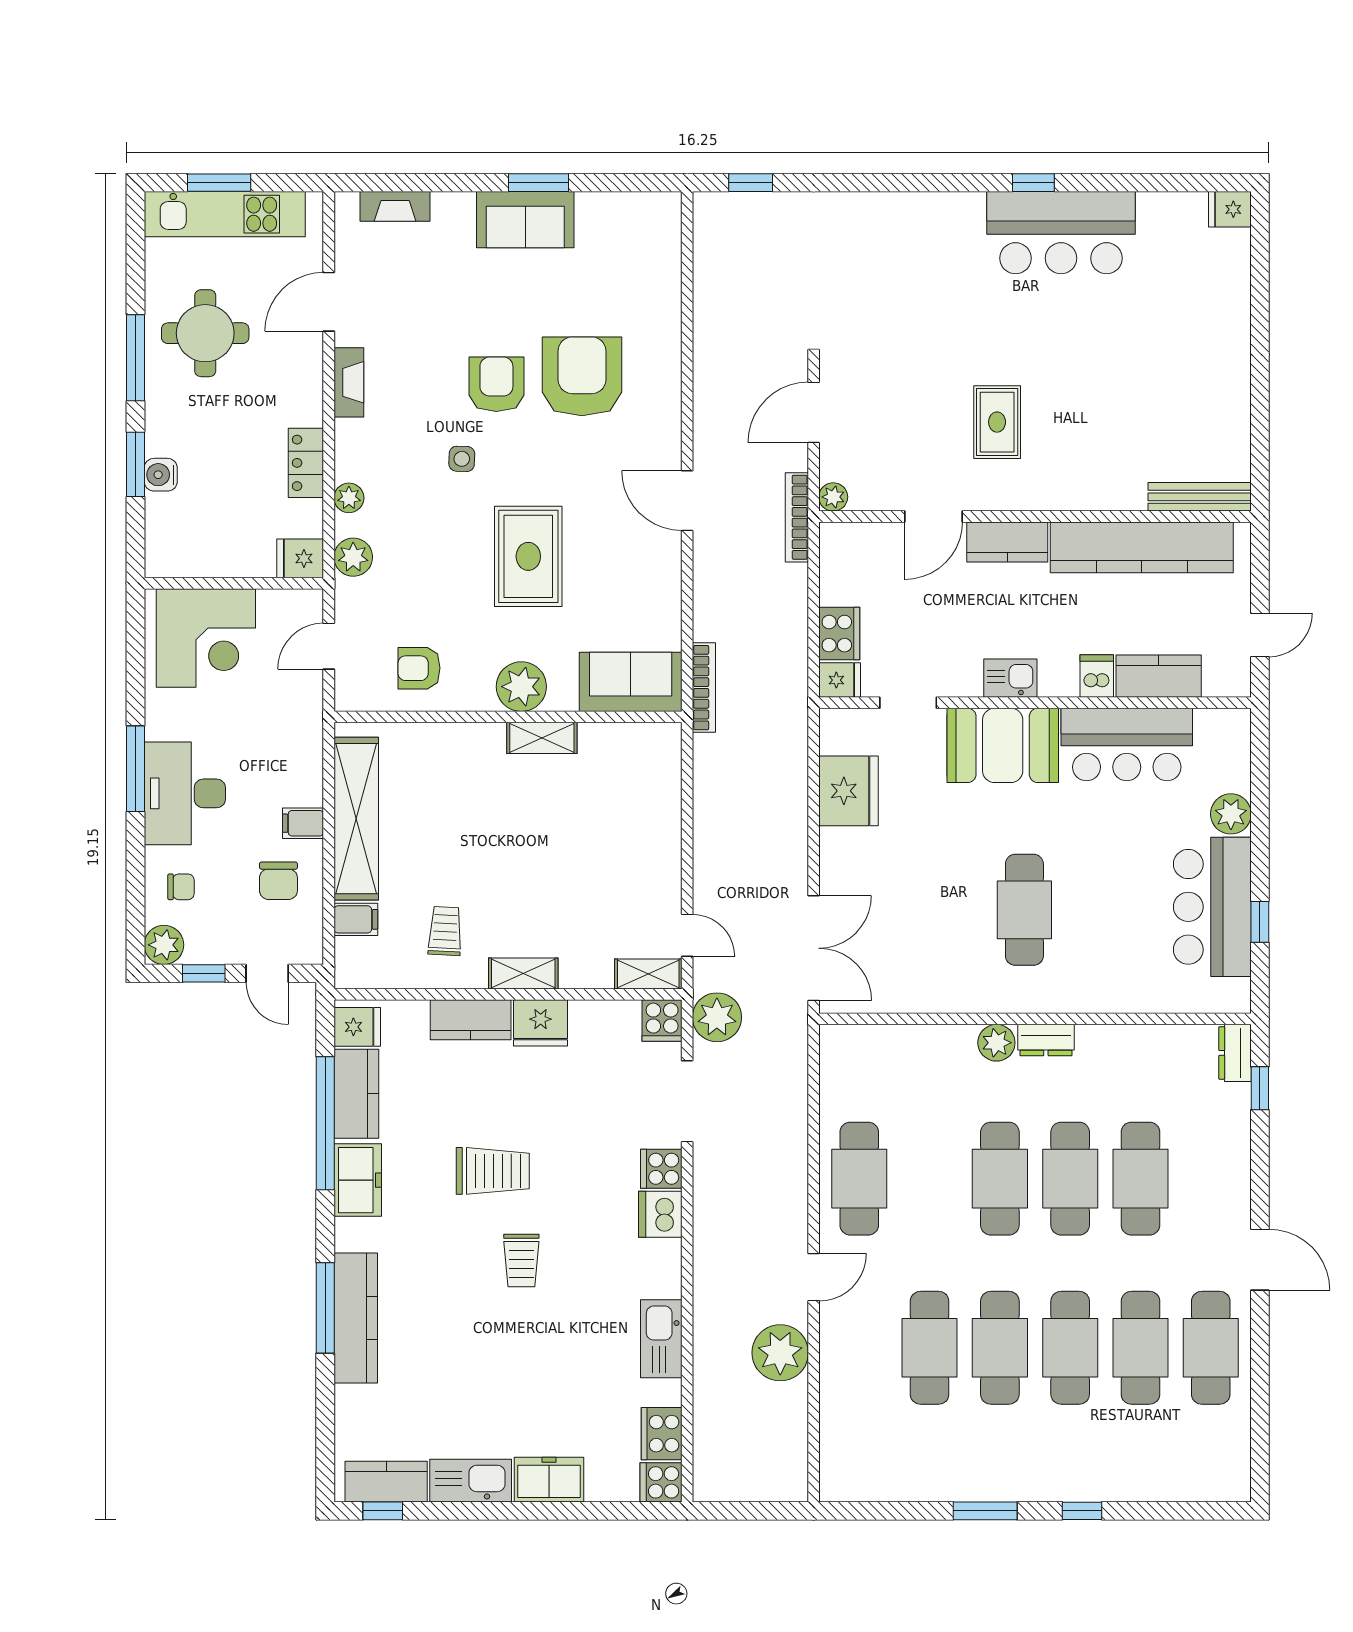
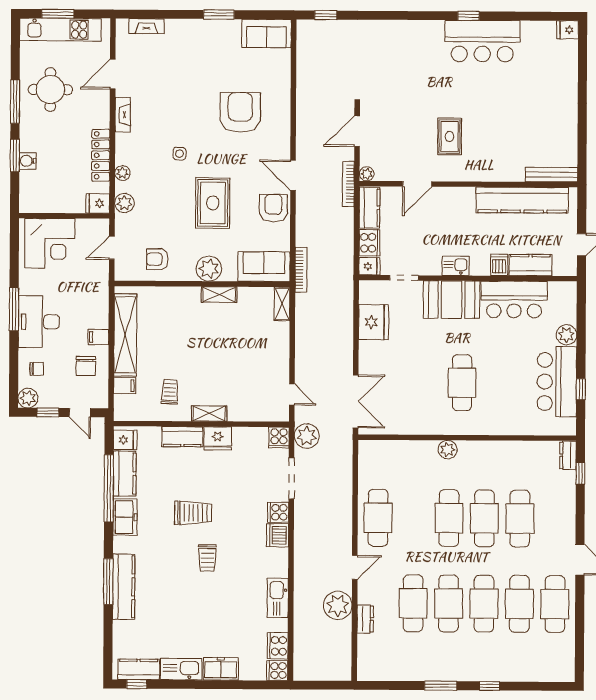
sofa: (525, 220) -> (267, 33), moved
armchair: (496, 384) -> (273, 208), moved
locker: (306, 463) -> (101, 155), width x1.53
kitchen counter: (1007, 542) -> (369, 208), moved, turned -90
shelving: (648, 974) -> (282, 304), moved, turned 90
dresser: (1046, 1040) -> (365, 619), moved, turned -90

